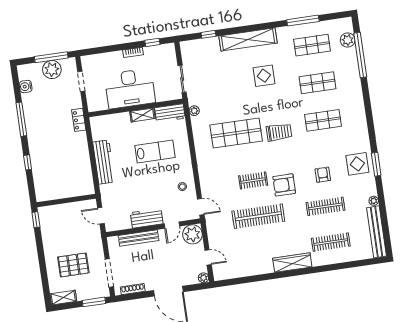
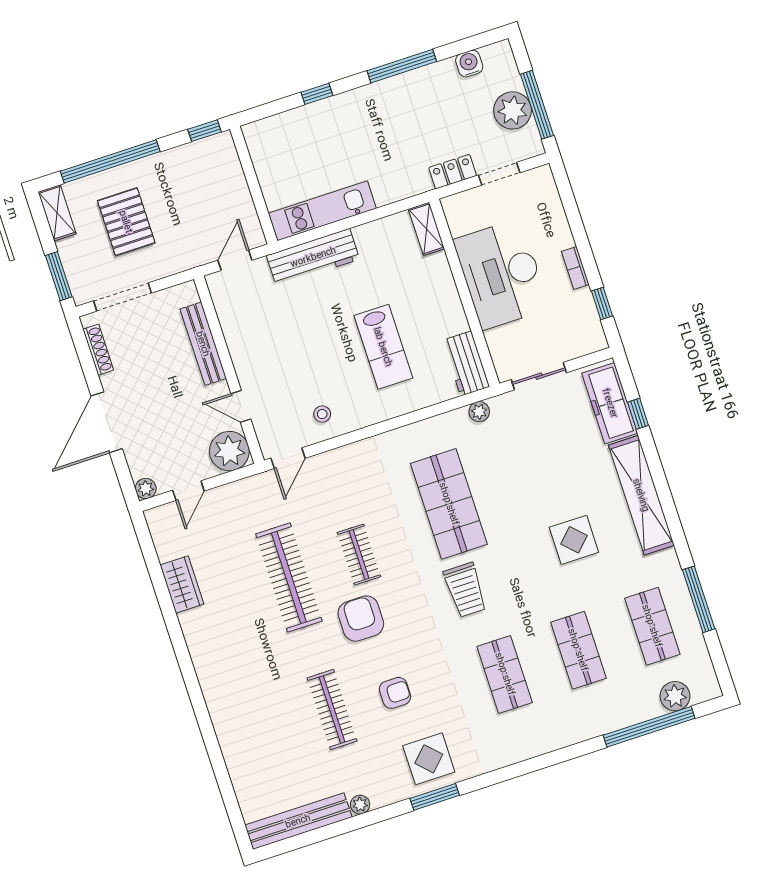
freezer: (201, 47) -> (610, 403), added
shelving: (142, 115) -> (426, 229), moved
locker: (79, 120) -> (453, 172), moved
workbench: (104, 162) -> (313, 257), moved
kitchen unit: (84, 170) -> (322, 211), added
workbench: (147, 218) -> (246, 353), removed
clothes rail: (331, 242) -> (262, 732), removed
wardrobe: (292, 263) -> (182, 584), moved, width x0.67
window: (43, 268) -> (110, 161), added

